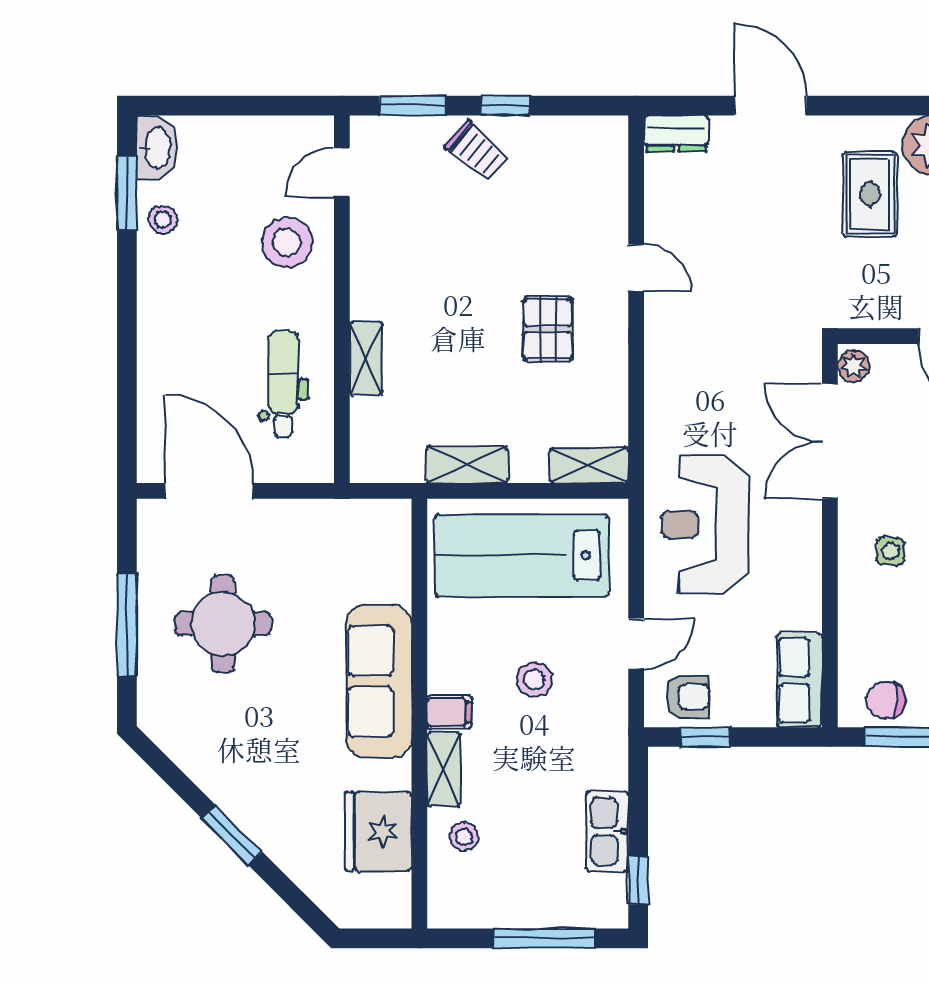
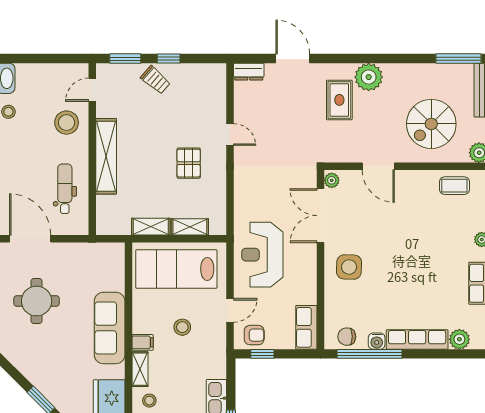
shelving: (366, 359) -> (106, 156), width x2.20, depth x1.33
shelving: (589, 465) -> (190, 227), moved
side table: (891, 551) -> (349, 267), width x1.87, depth x1.87

